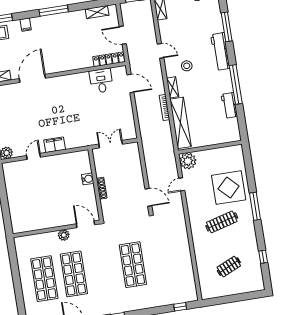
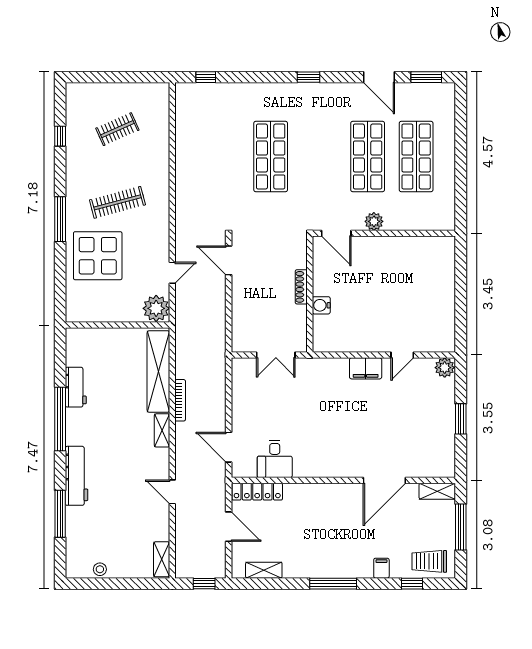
stool: (187, 66) -> (134, 461), removed

